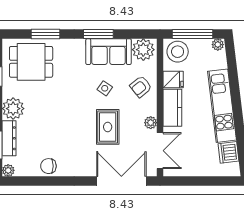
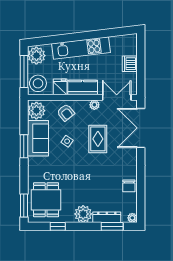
window: (46, 34) -> (24, 206), moved
plant: (218, 45) -> (36, 56), width x1.88, depth x1.88
rug: (108, 127) -> (98, 139), turned 90
dishwasher: (228, 152) -> (130, 64), moved, turned 97

